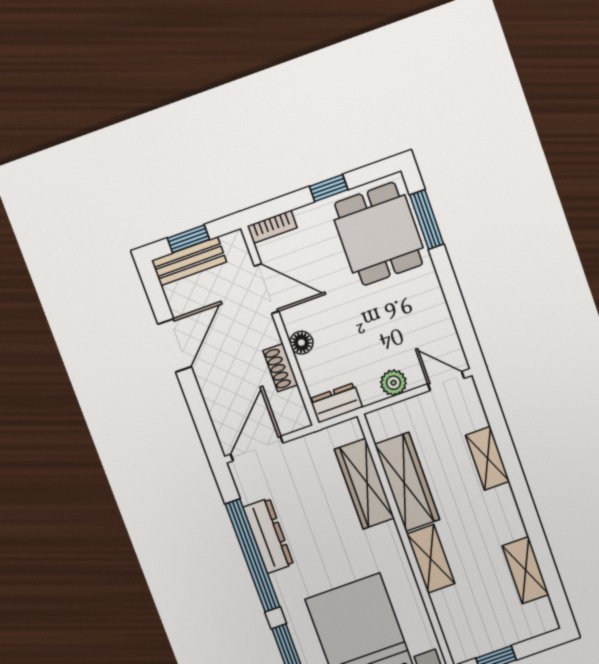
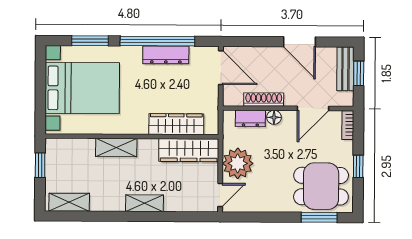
shoe rack: (280, 368) -> (264, 100), width x1.43
plant: (393, 383) -> (238, 163), width x1.87, depth x1.87
dresser: (336, 403) -> (250, 118), moved, turned 90
shelving: (488, 458) -> (145, 203), moved
wardrobe: (407, 482) -> (189, 150), moved
shelving: (526, 570) -> (69, 202), moved

